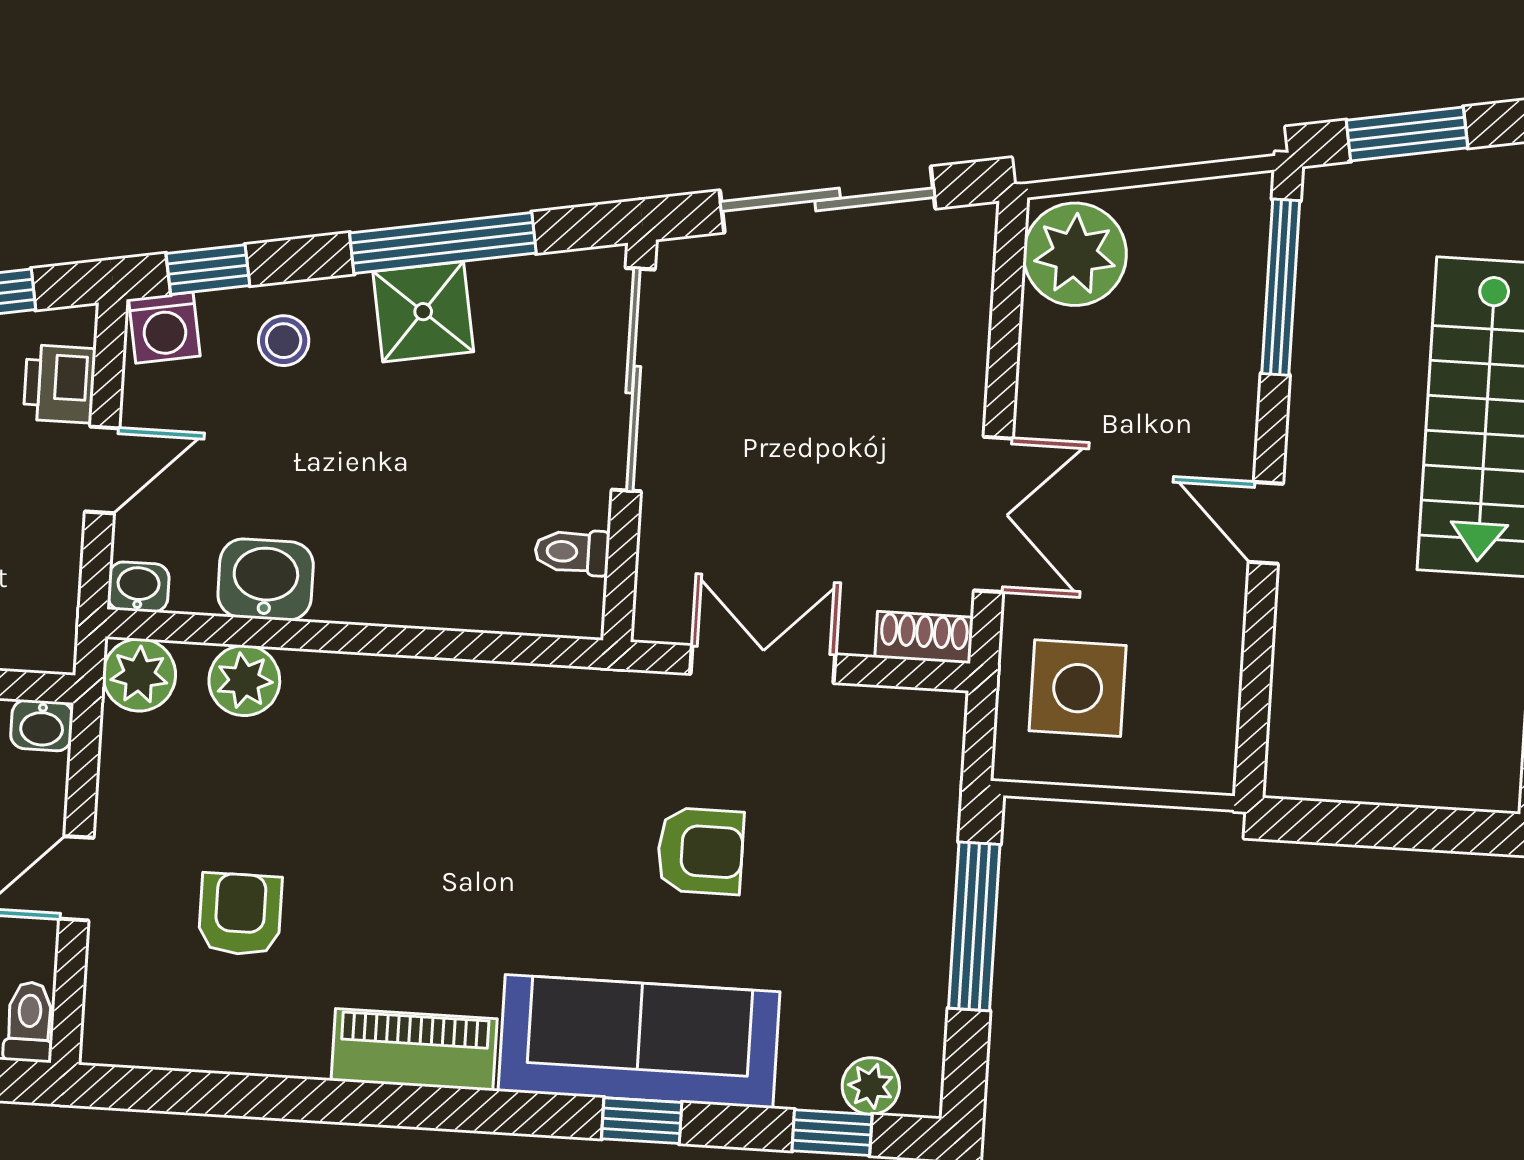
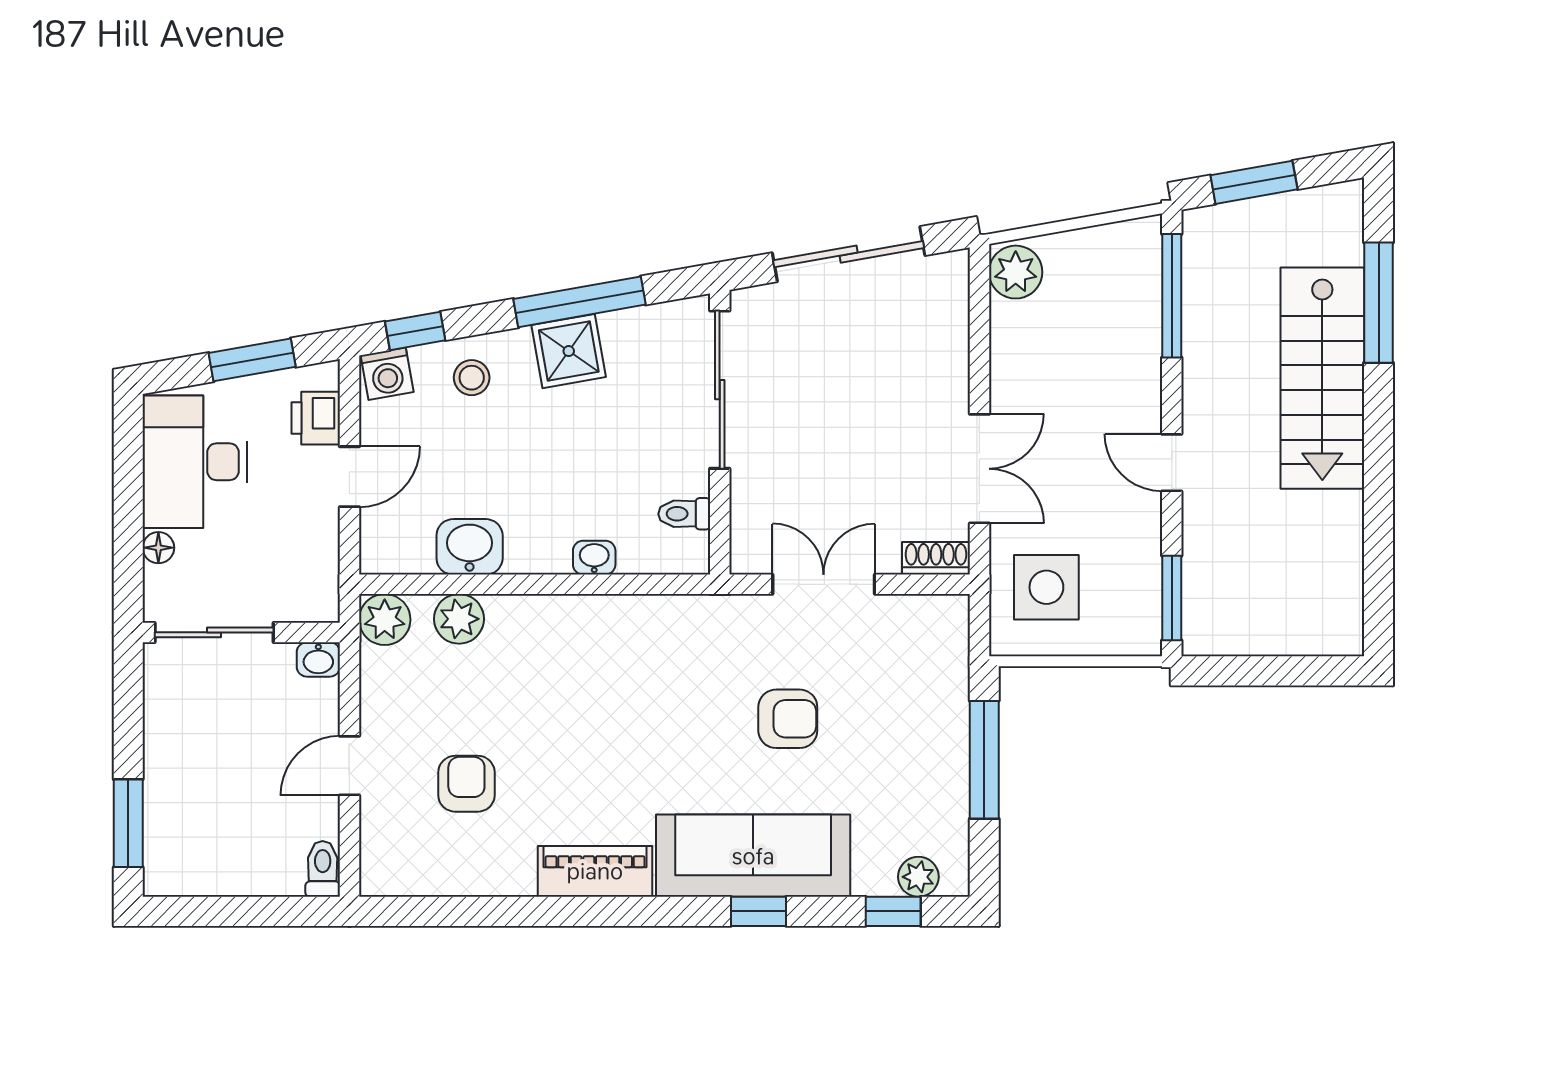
plant: (1075, 254) -> (1016, 272), width x0.73, depth x0.73
washbasin: (138, 587) -> (594, 558), moved
window: (1254, 714) -> (1172, 598), added

